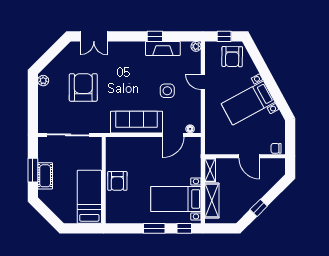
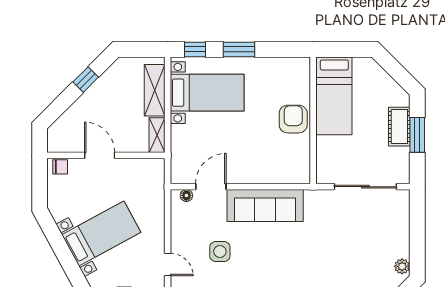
armchair: (83, 87) -> (343, 256), removed

